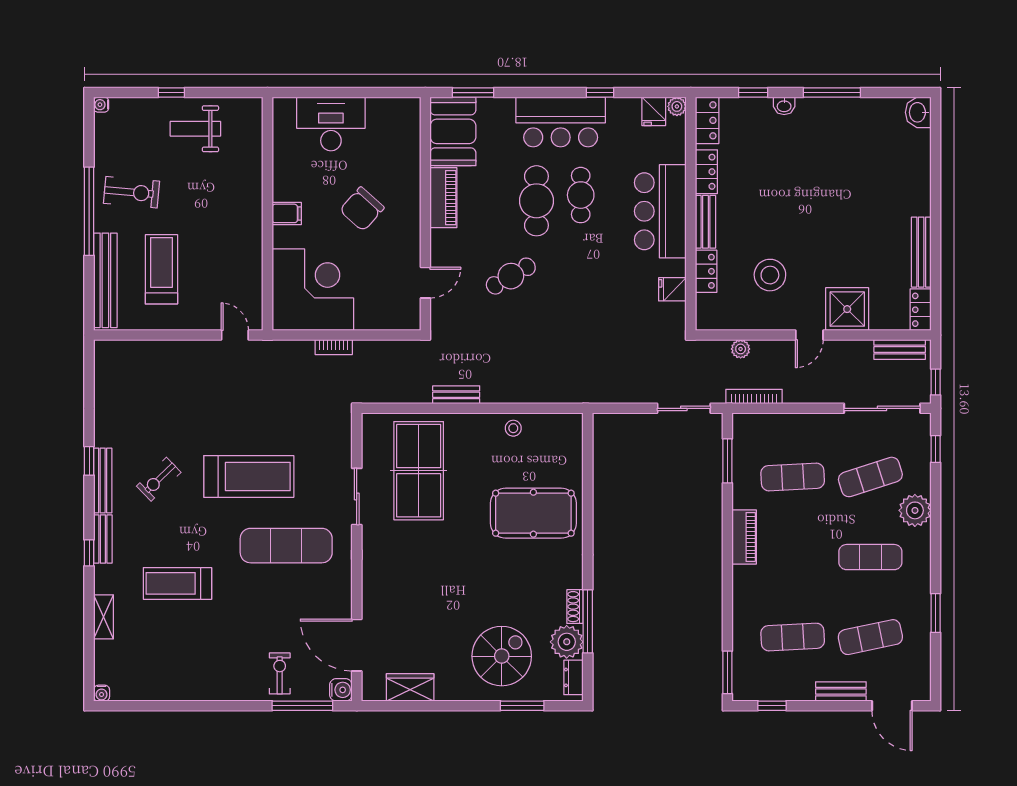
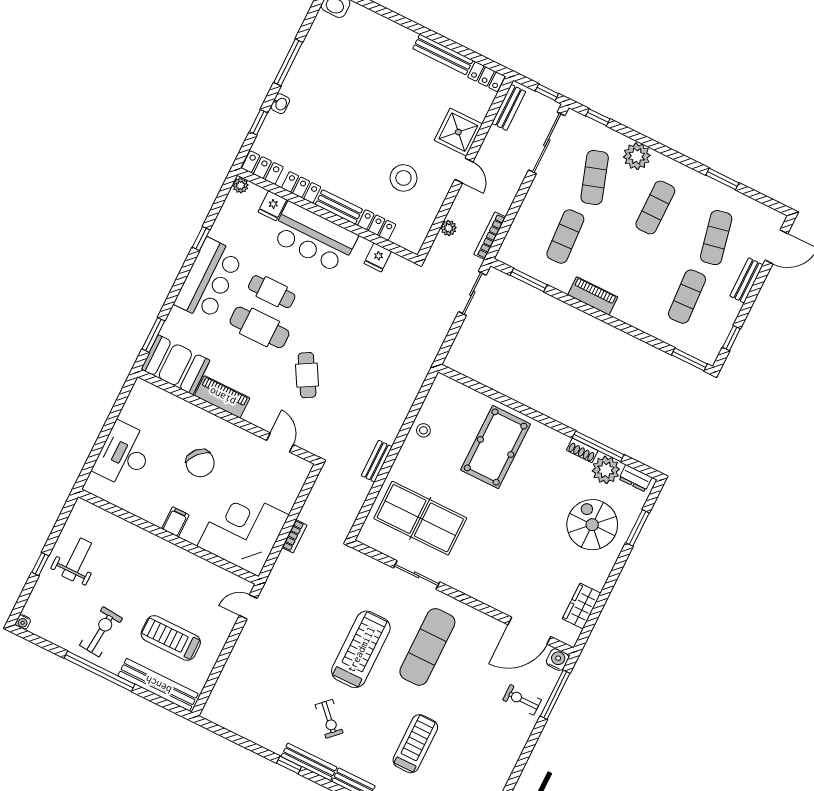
fridge: (654, 111) -> (272, 206), moved, turned 90
weight bench: (195, 129) -> (77, 559), turned 180
treadmill: (177, 583) -> (415, 744), turned 180

